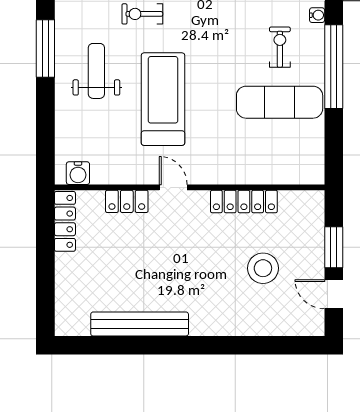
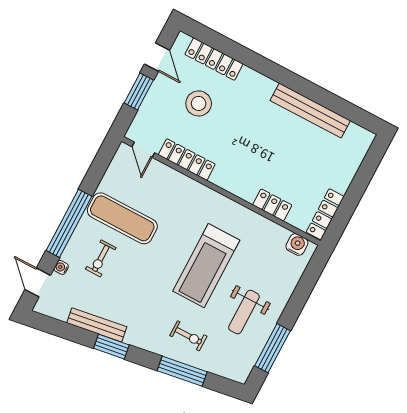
door: (173, 187) -> (143, 150), moved
locker: (272, 324) -> (214, 59), added

